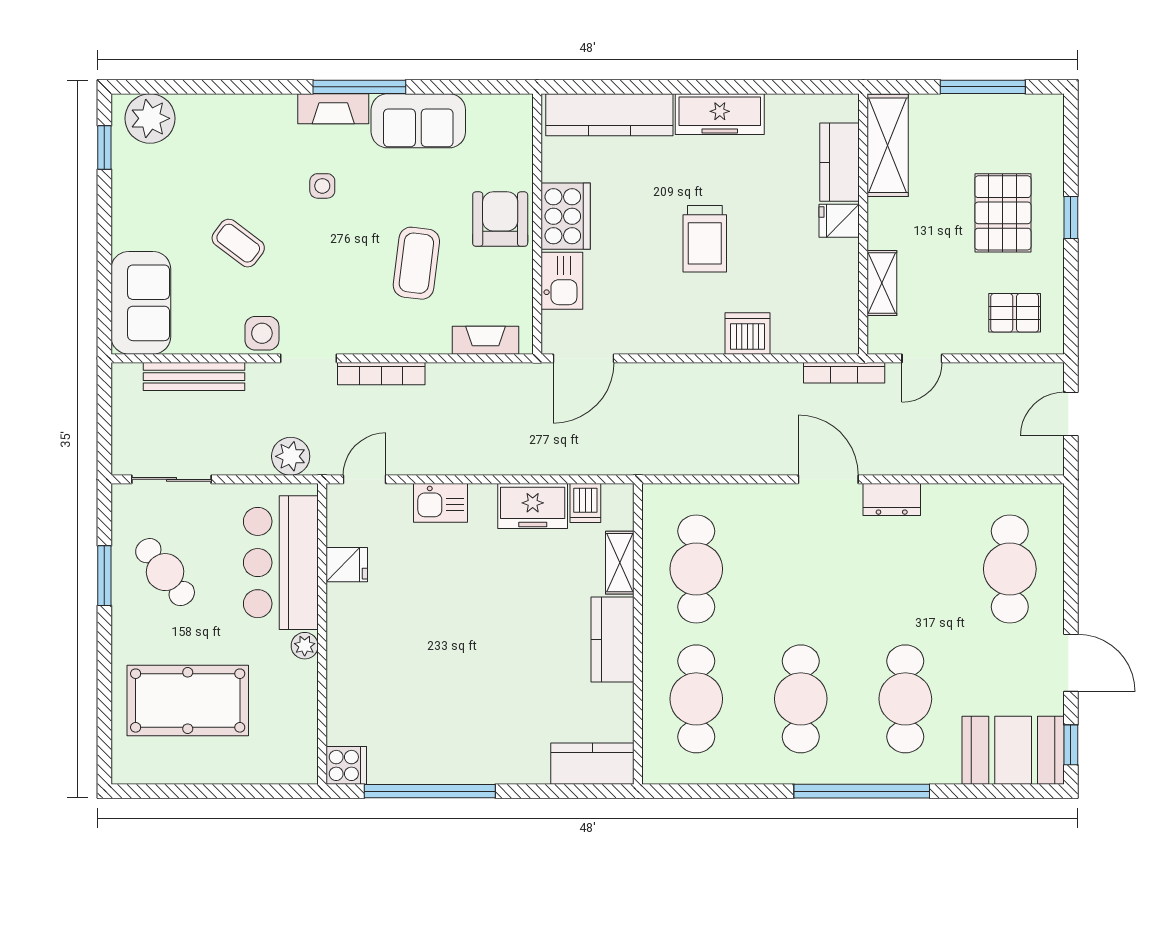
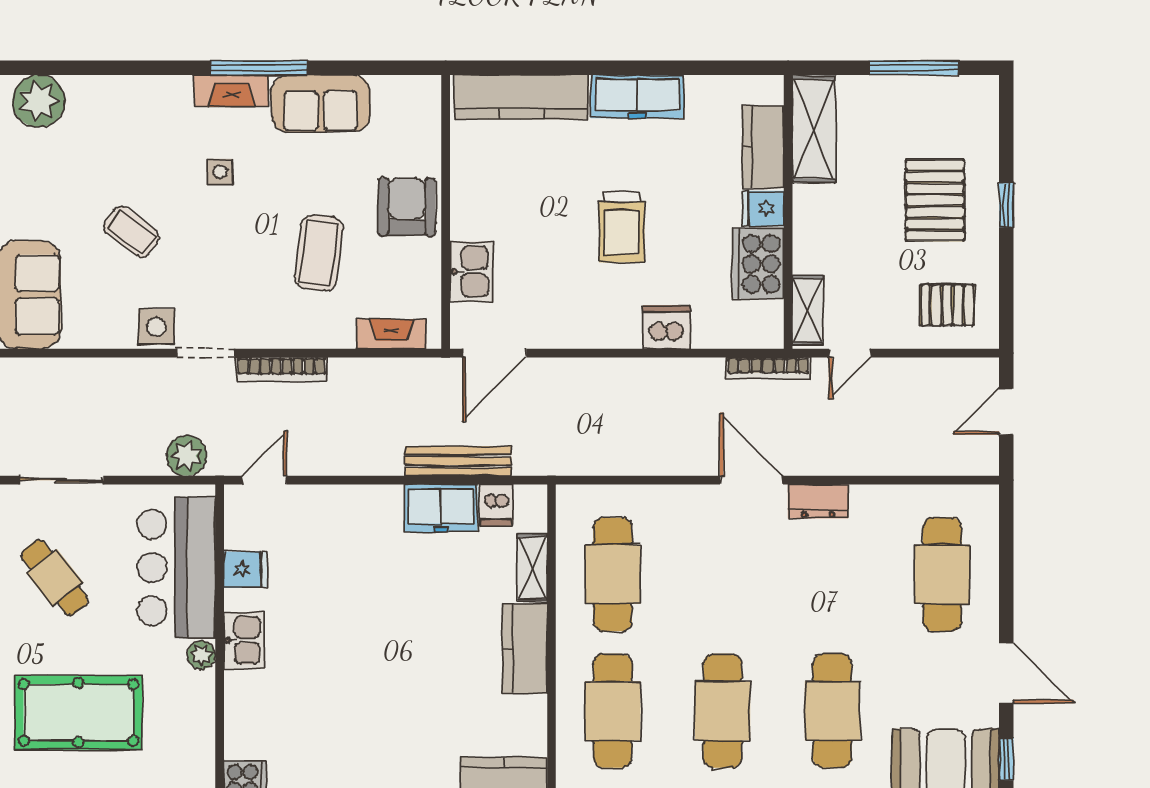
cooker: (566, 216) -> (758, 264), moved, turned 180
shelving: (882, 283) -> (808, 310), moved
bench: (194, 377) -> (458, 461), moved
kitchen sink: (441, 503) -> (244, 640), moved, turned -90

